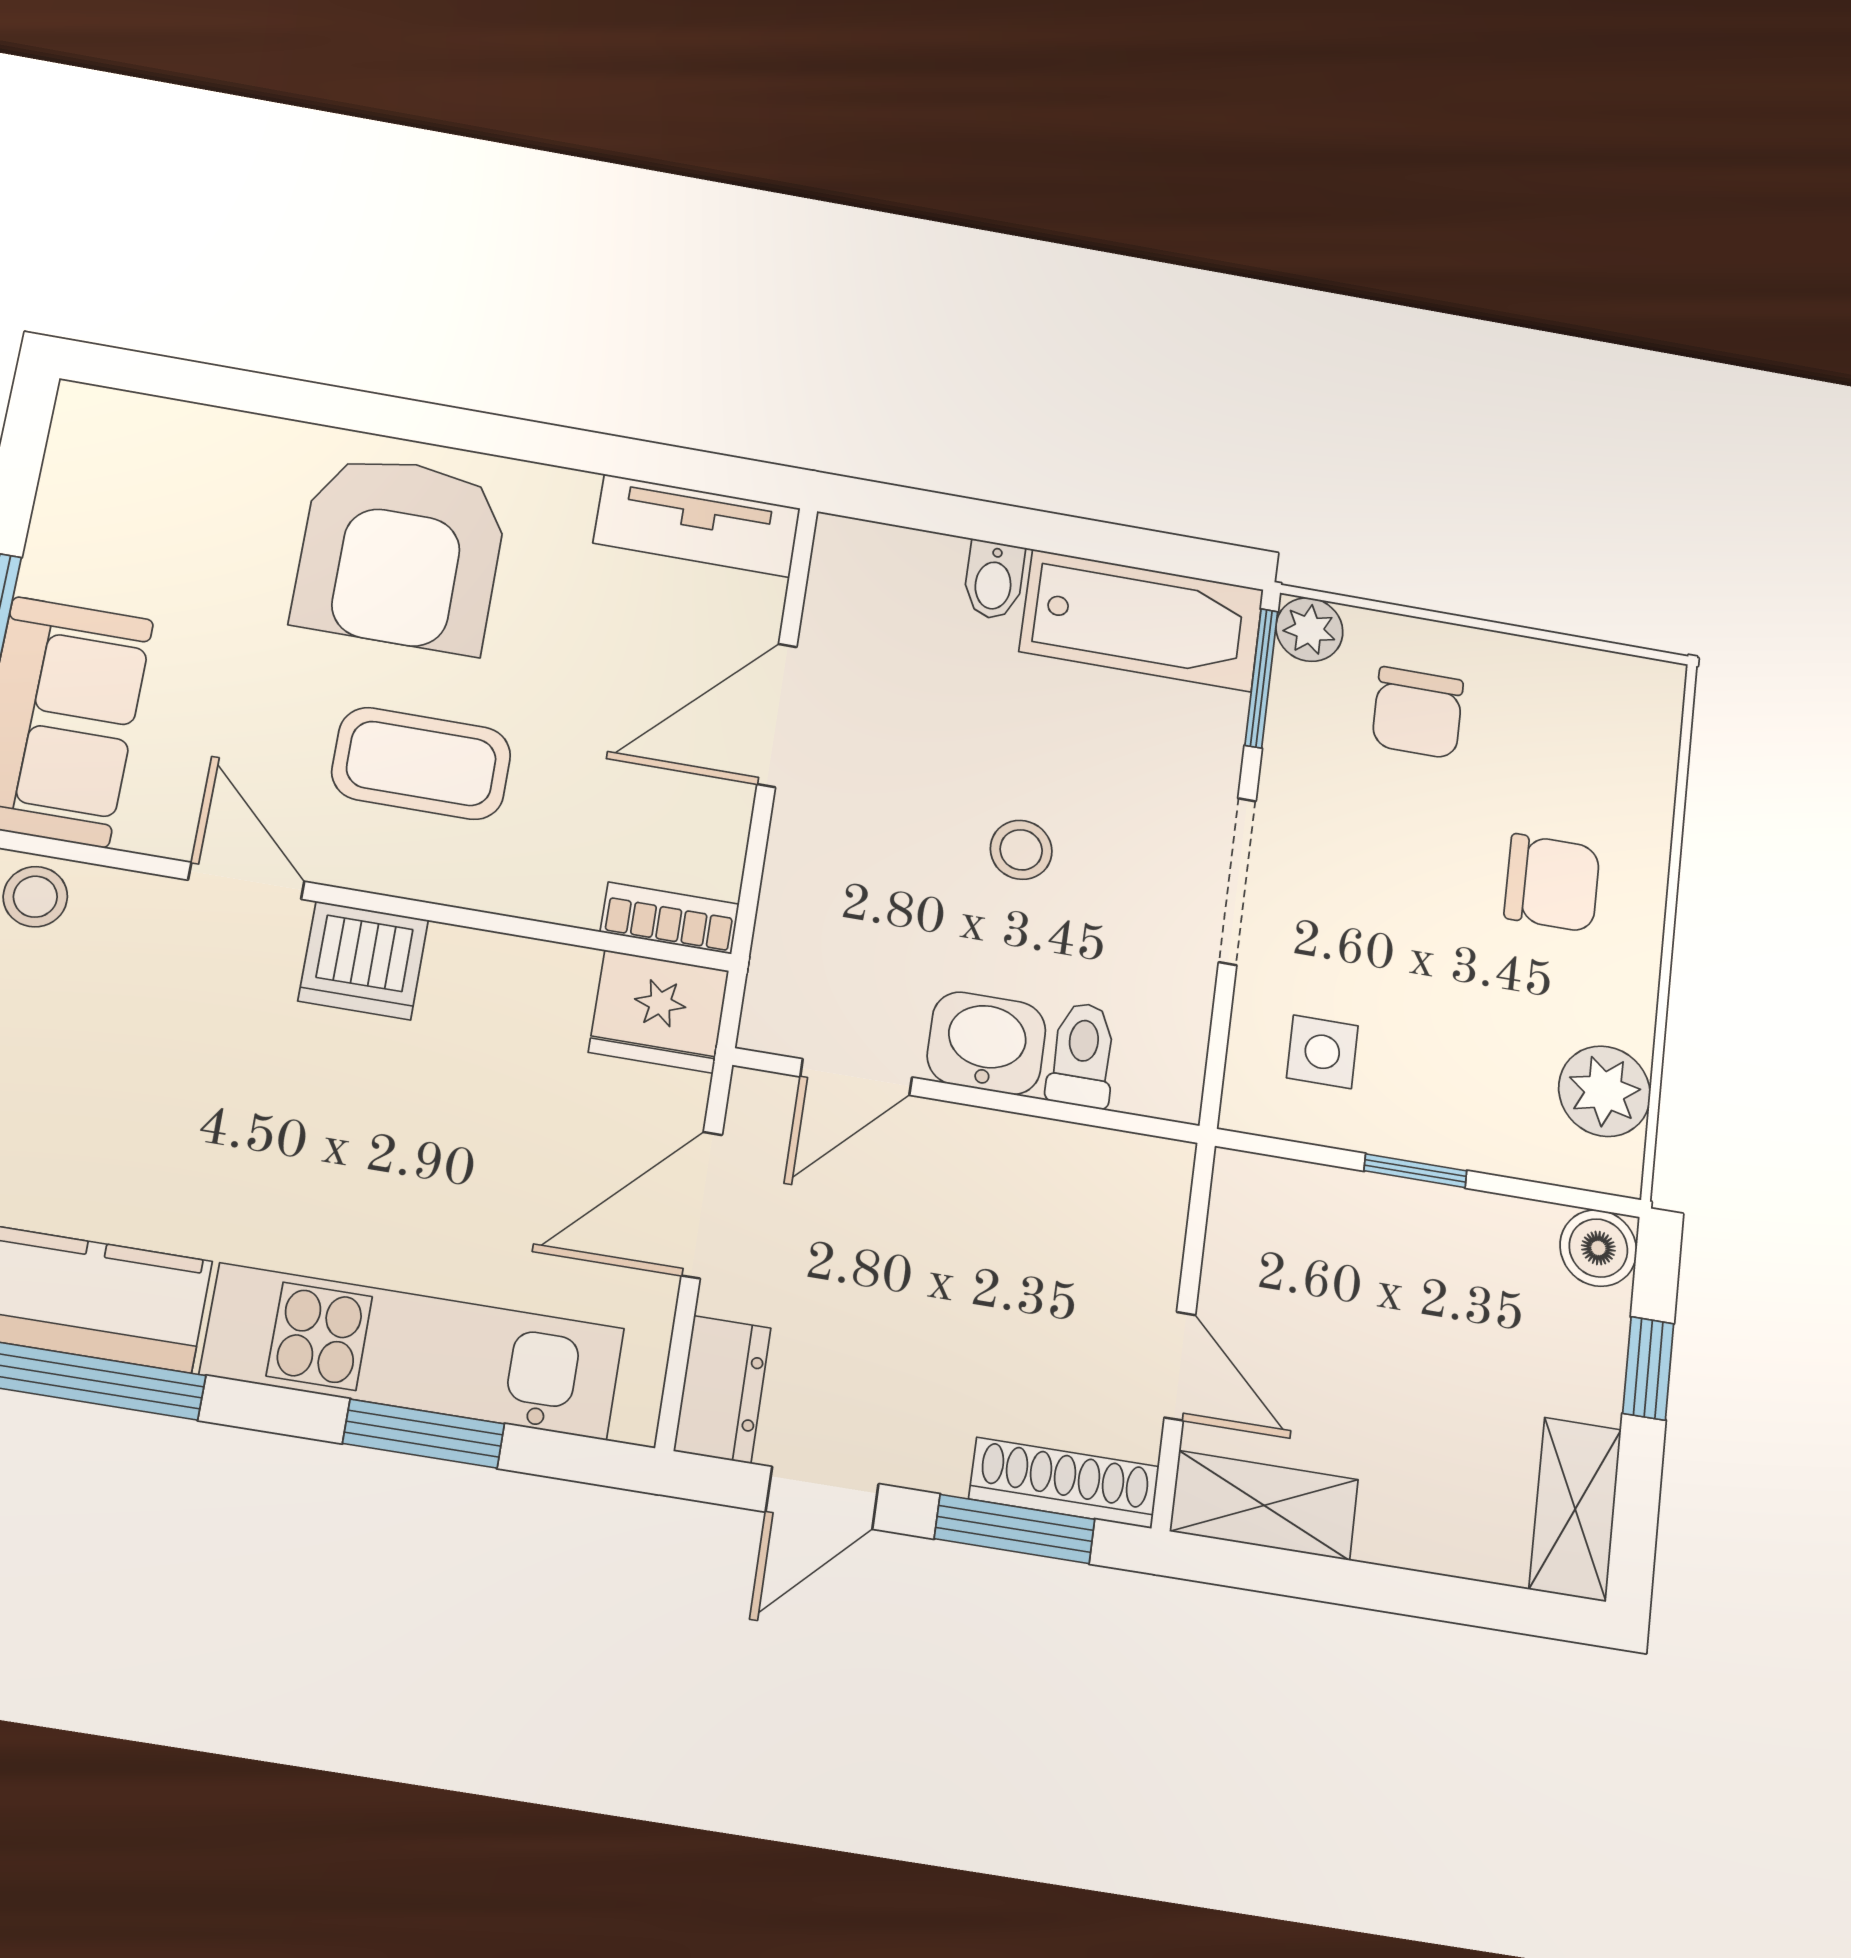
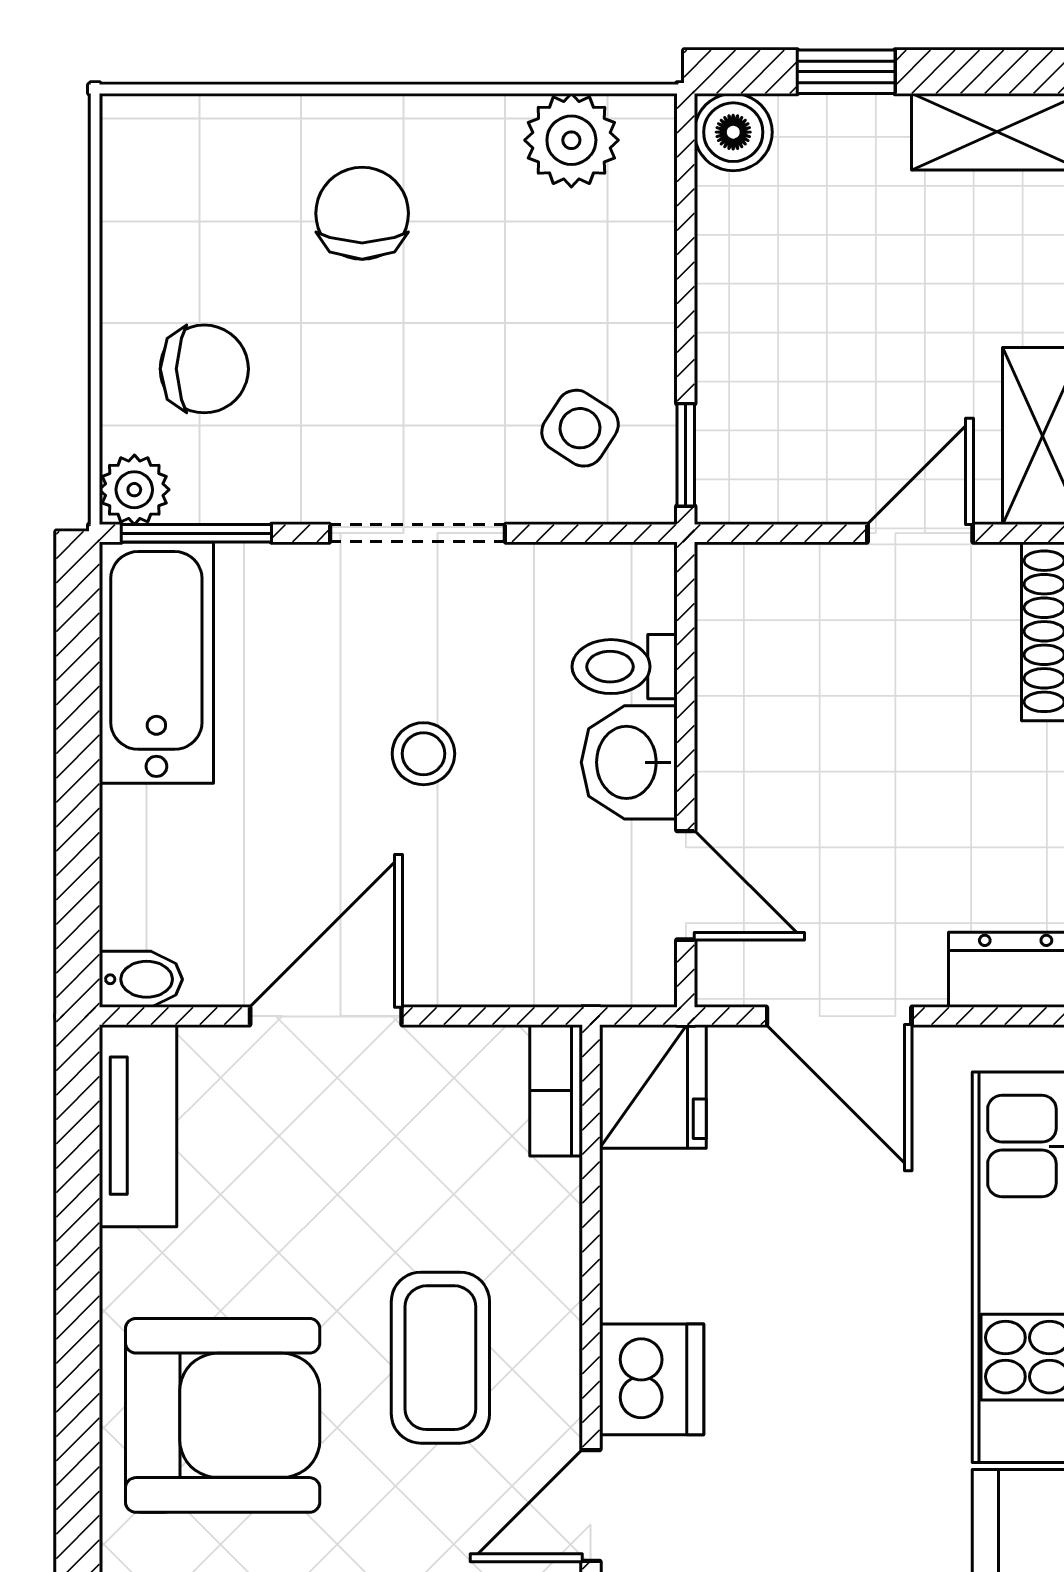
bidet: (994, 580) -> (141, 979), moved
door: (777, 715) -> (326, 1016), swing flipped
side table: (1322, 1052) -> (580, 428), turned 33
window: (1415, 1171) -> (686, 455), moved

